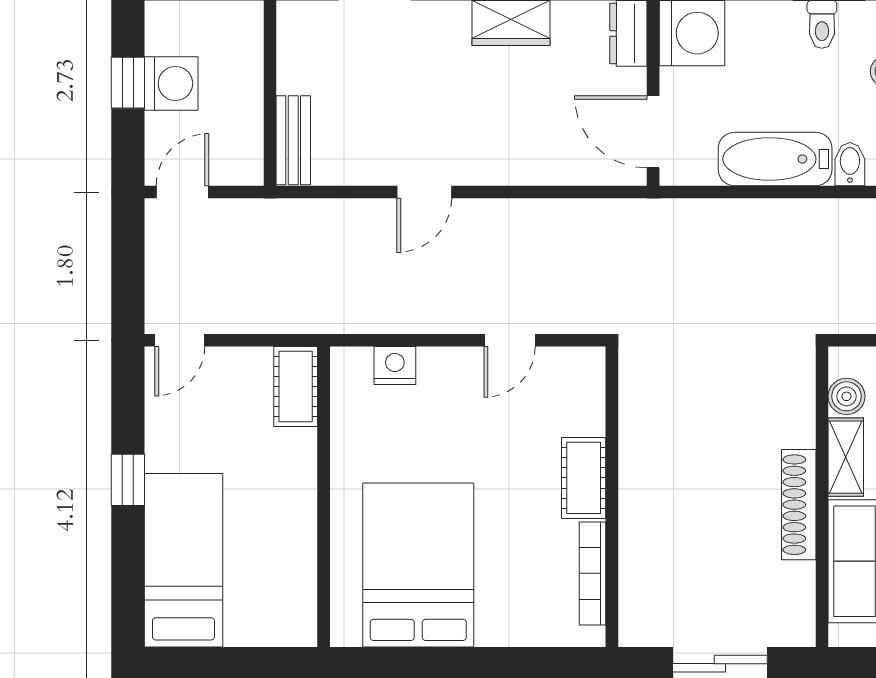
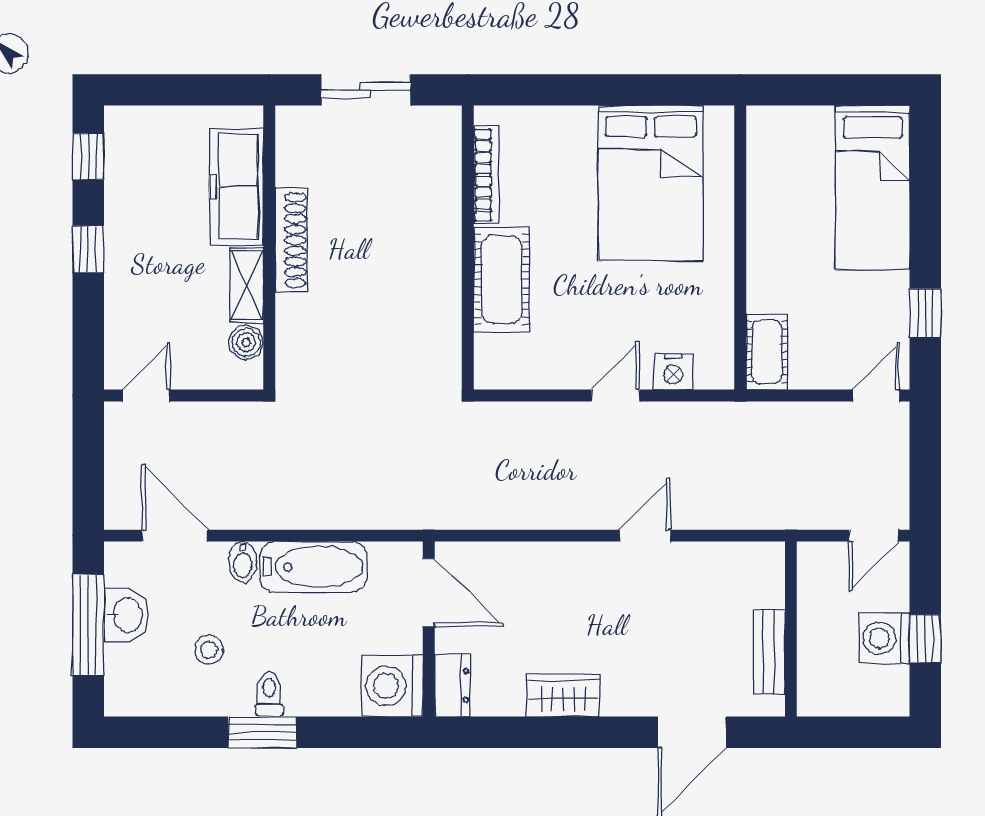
bench: (293, 140) -> (769, 652), moved
door: (510, 340) -> (616, 395), moved
cot: (584, 478) -> (502, 280), width x1.37, depth x1.34
window: (128, 480) -> (925, 313), moved

